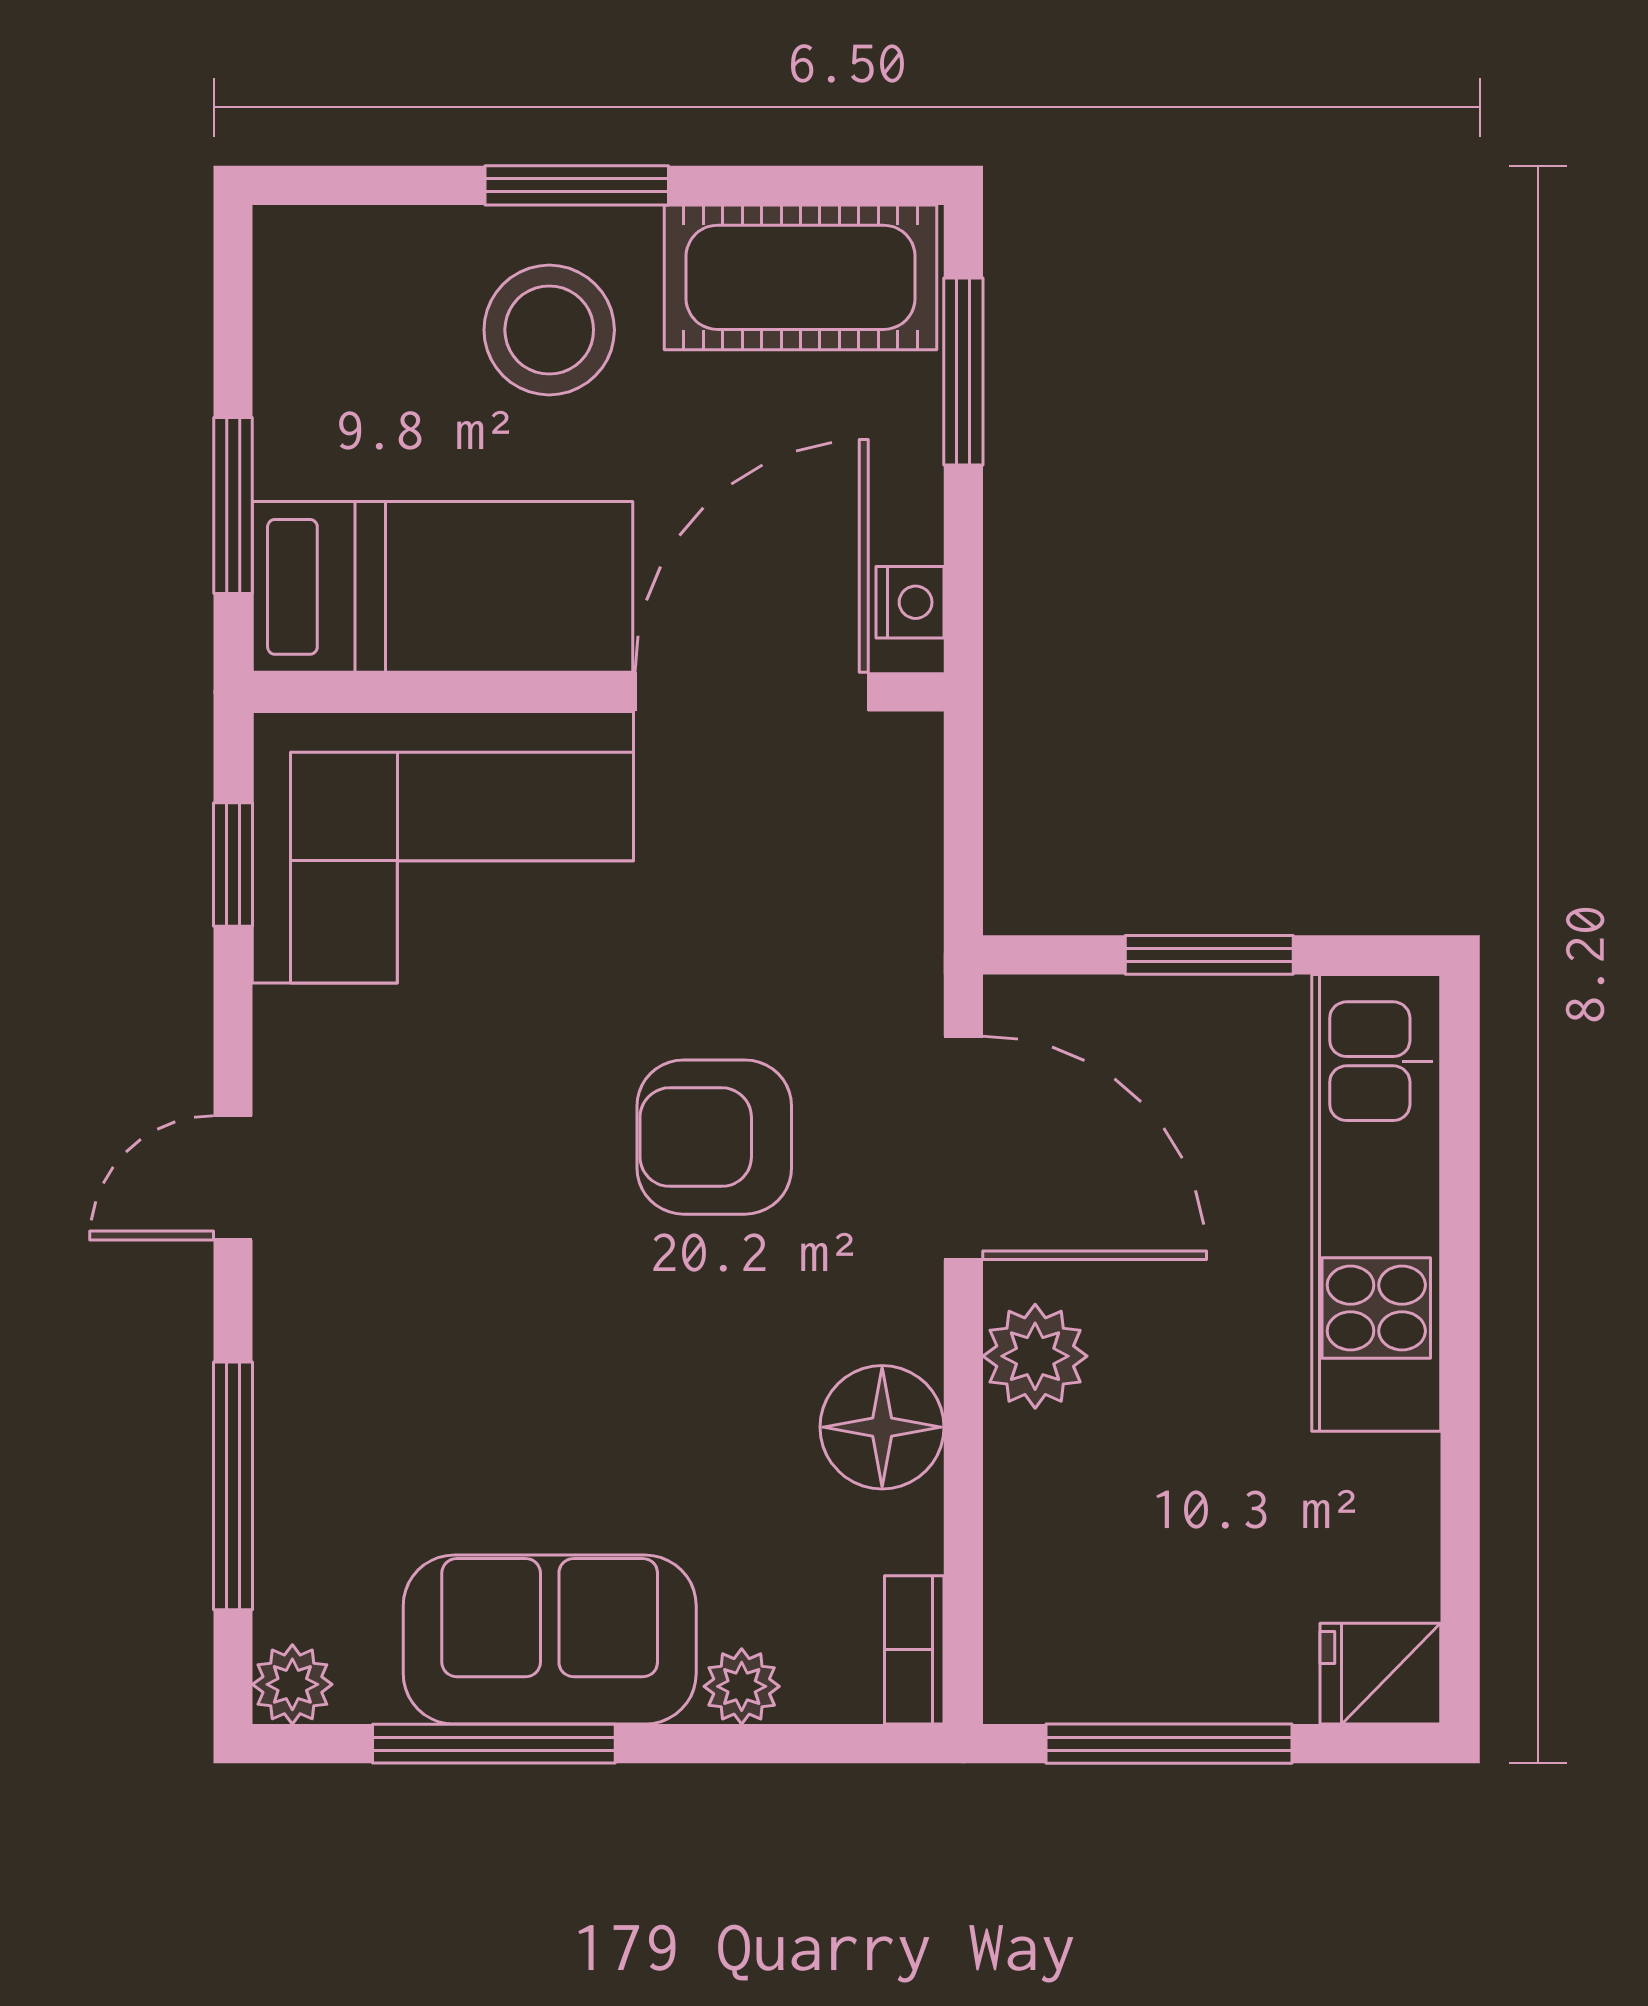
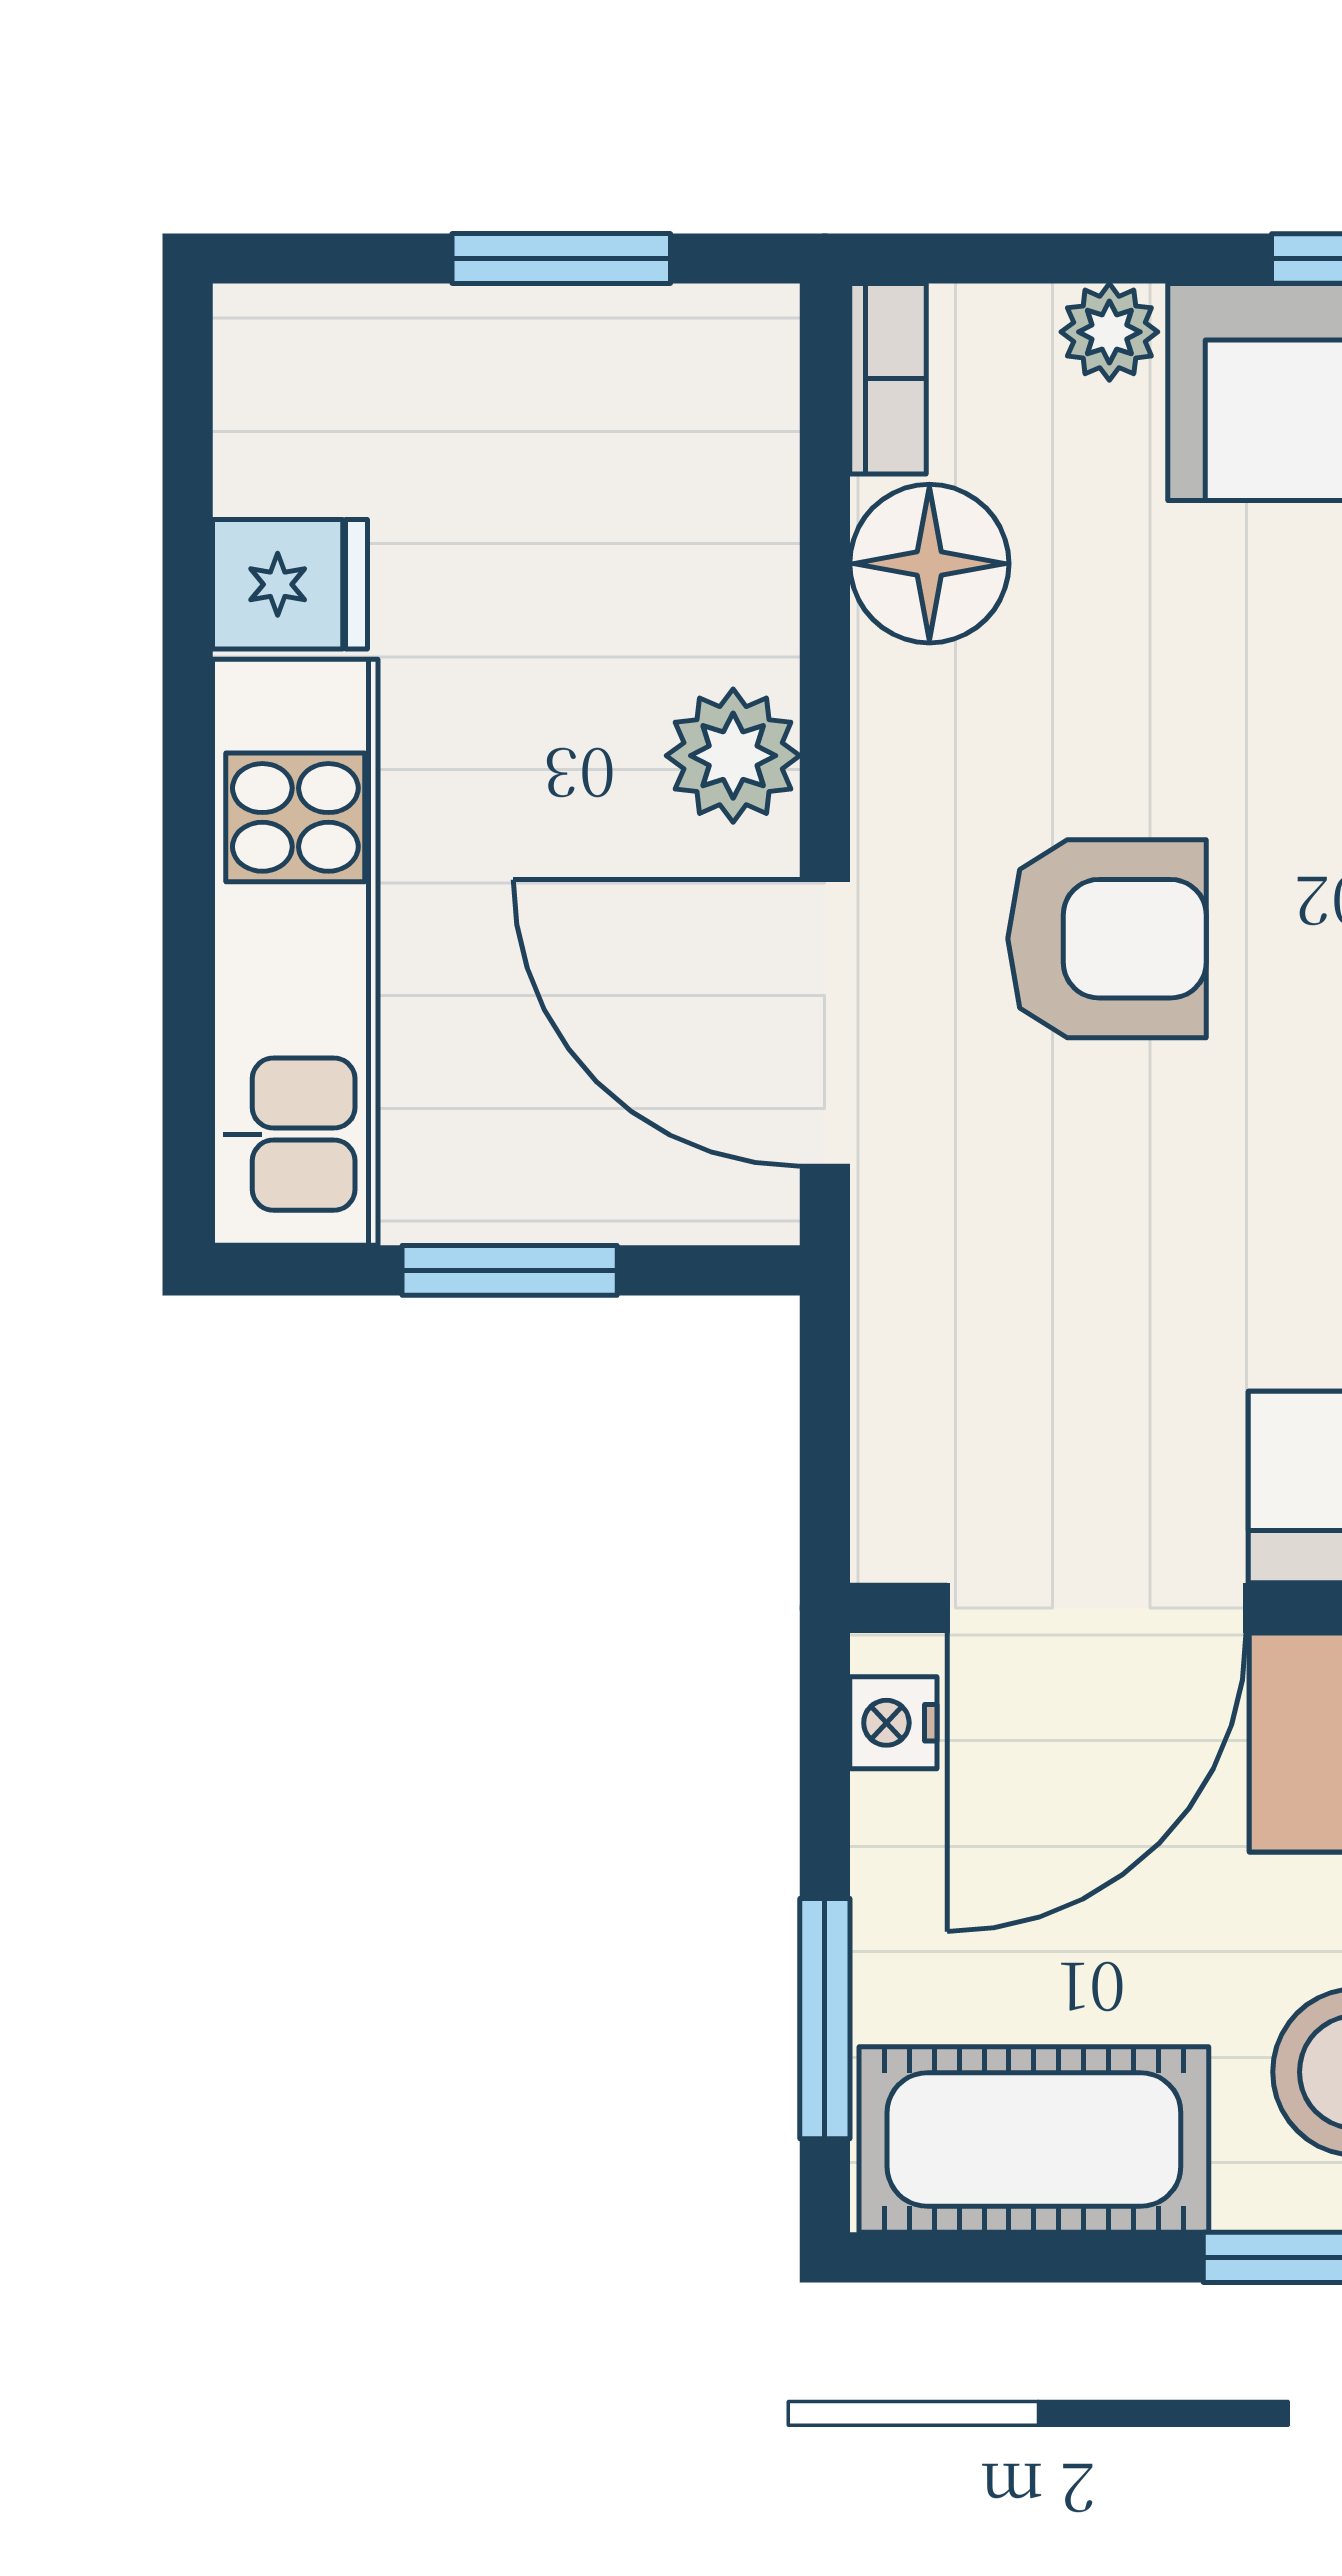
armchair: (714, 1137) -> (1107, 939), moved
floor lamp: (882, 1427) -> (929, 564), moved
fridge: (1380, 1674) -> (290, 584), moved
window: (1169, 1744) -> (561, 259), width x0.69

